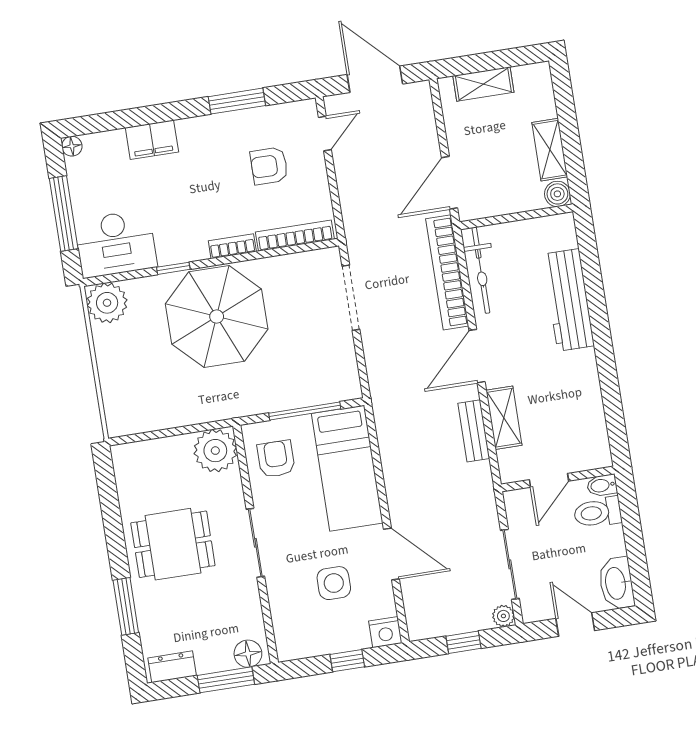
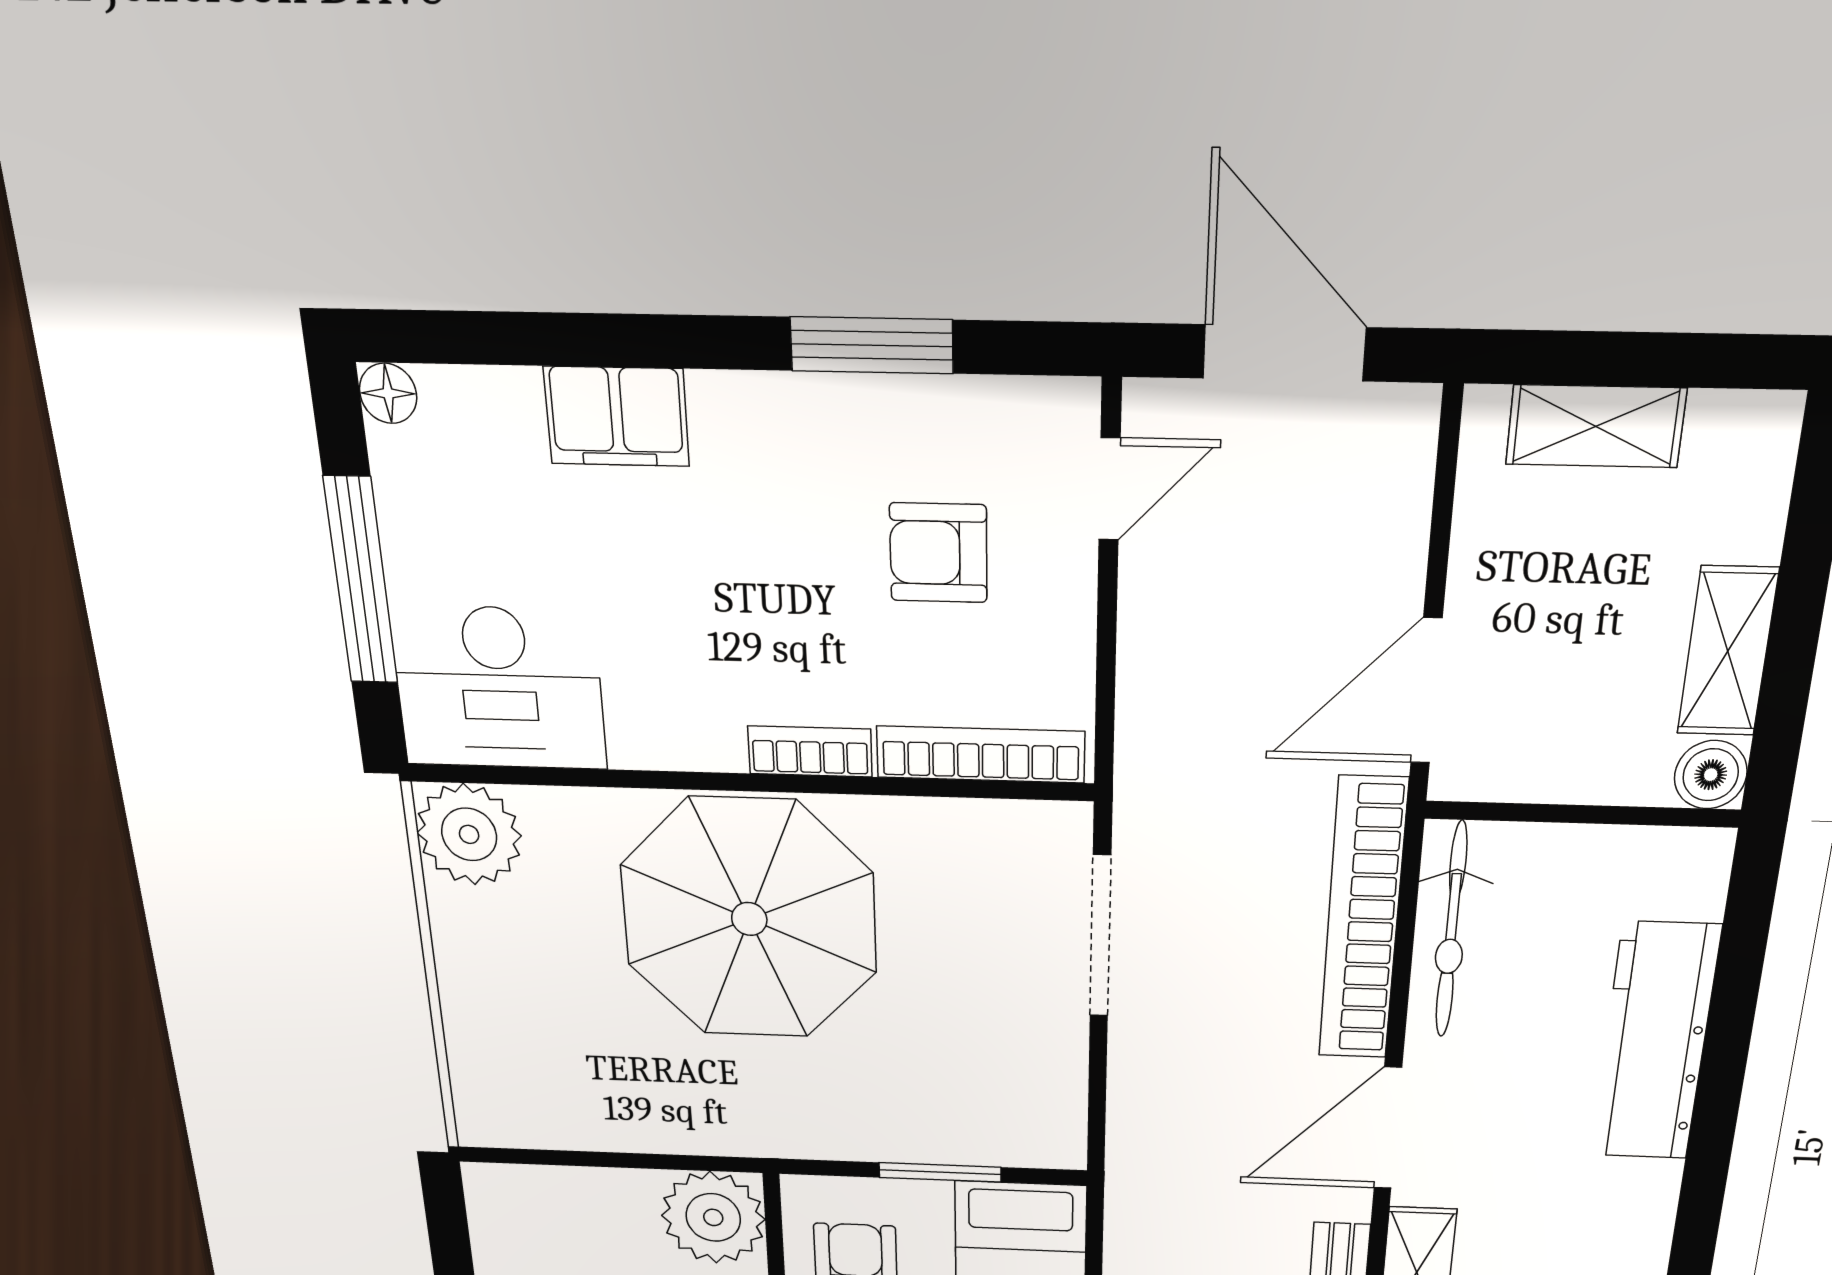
window: (173, 268) -> (648, 780), removed
window: (305, 411) -> (940, 1172), width x0.69

